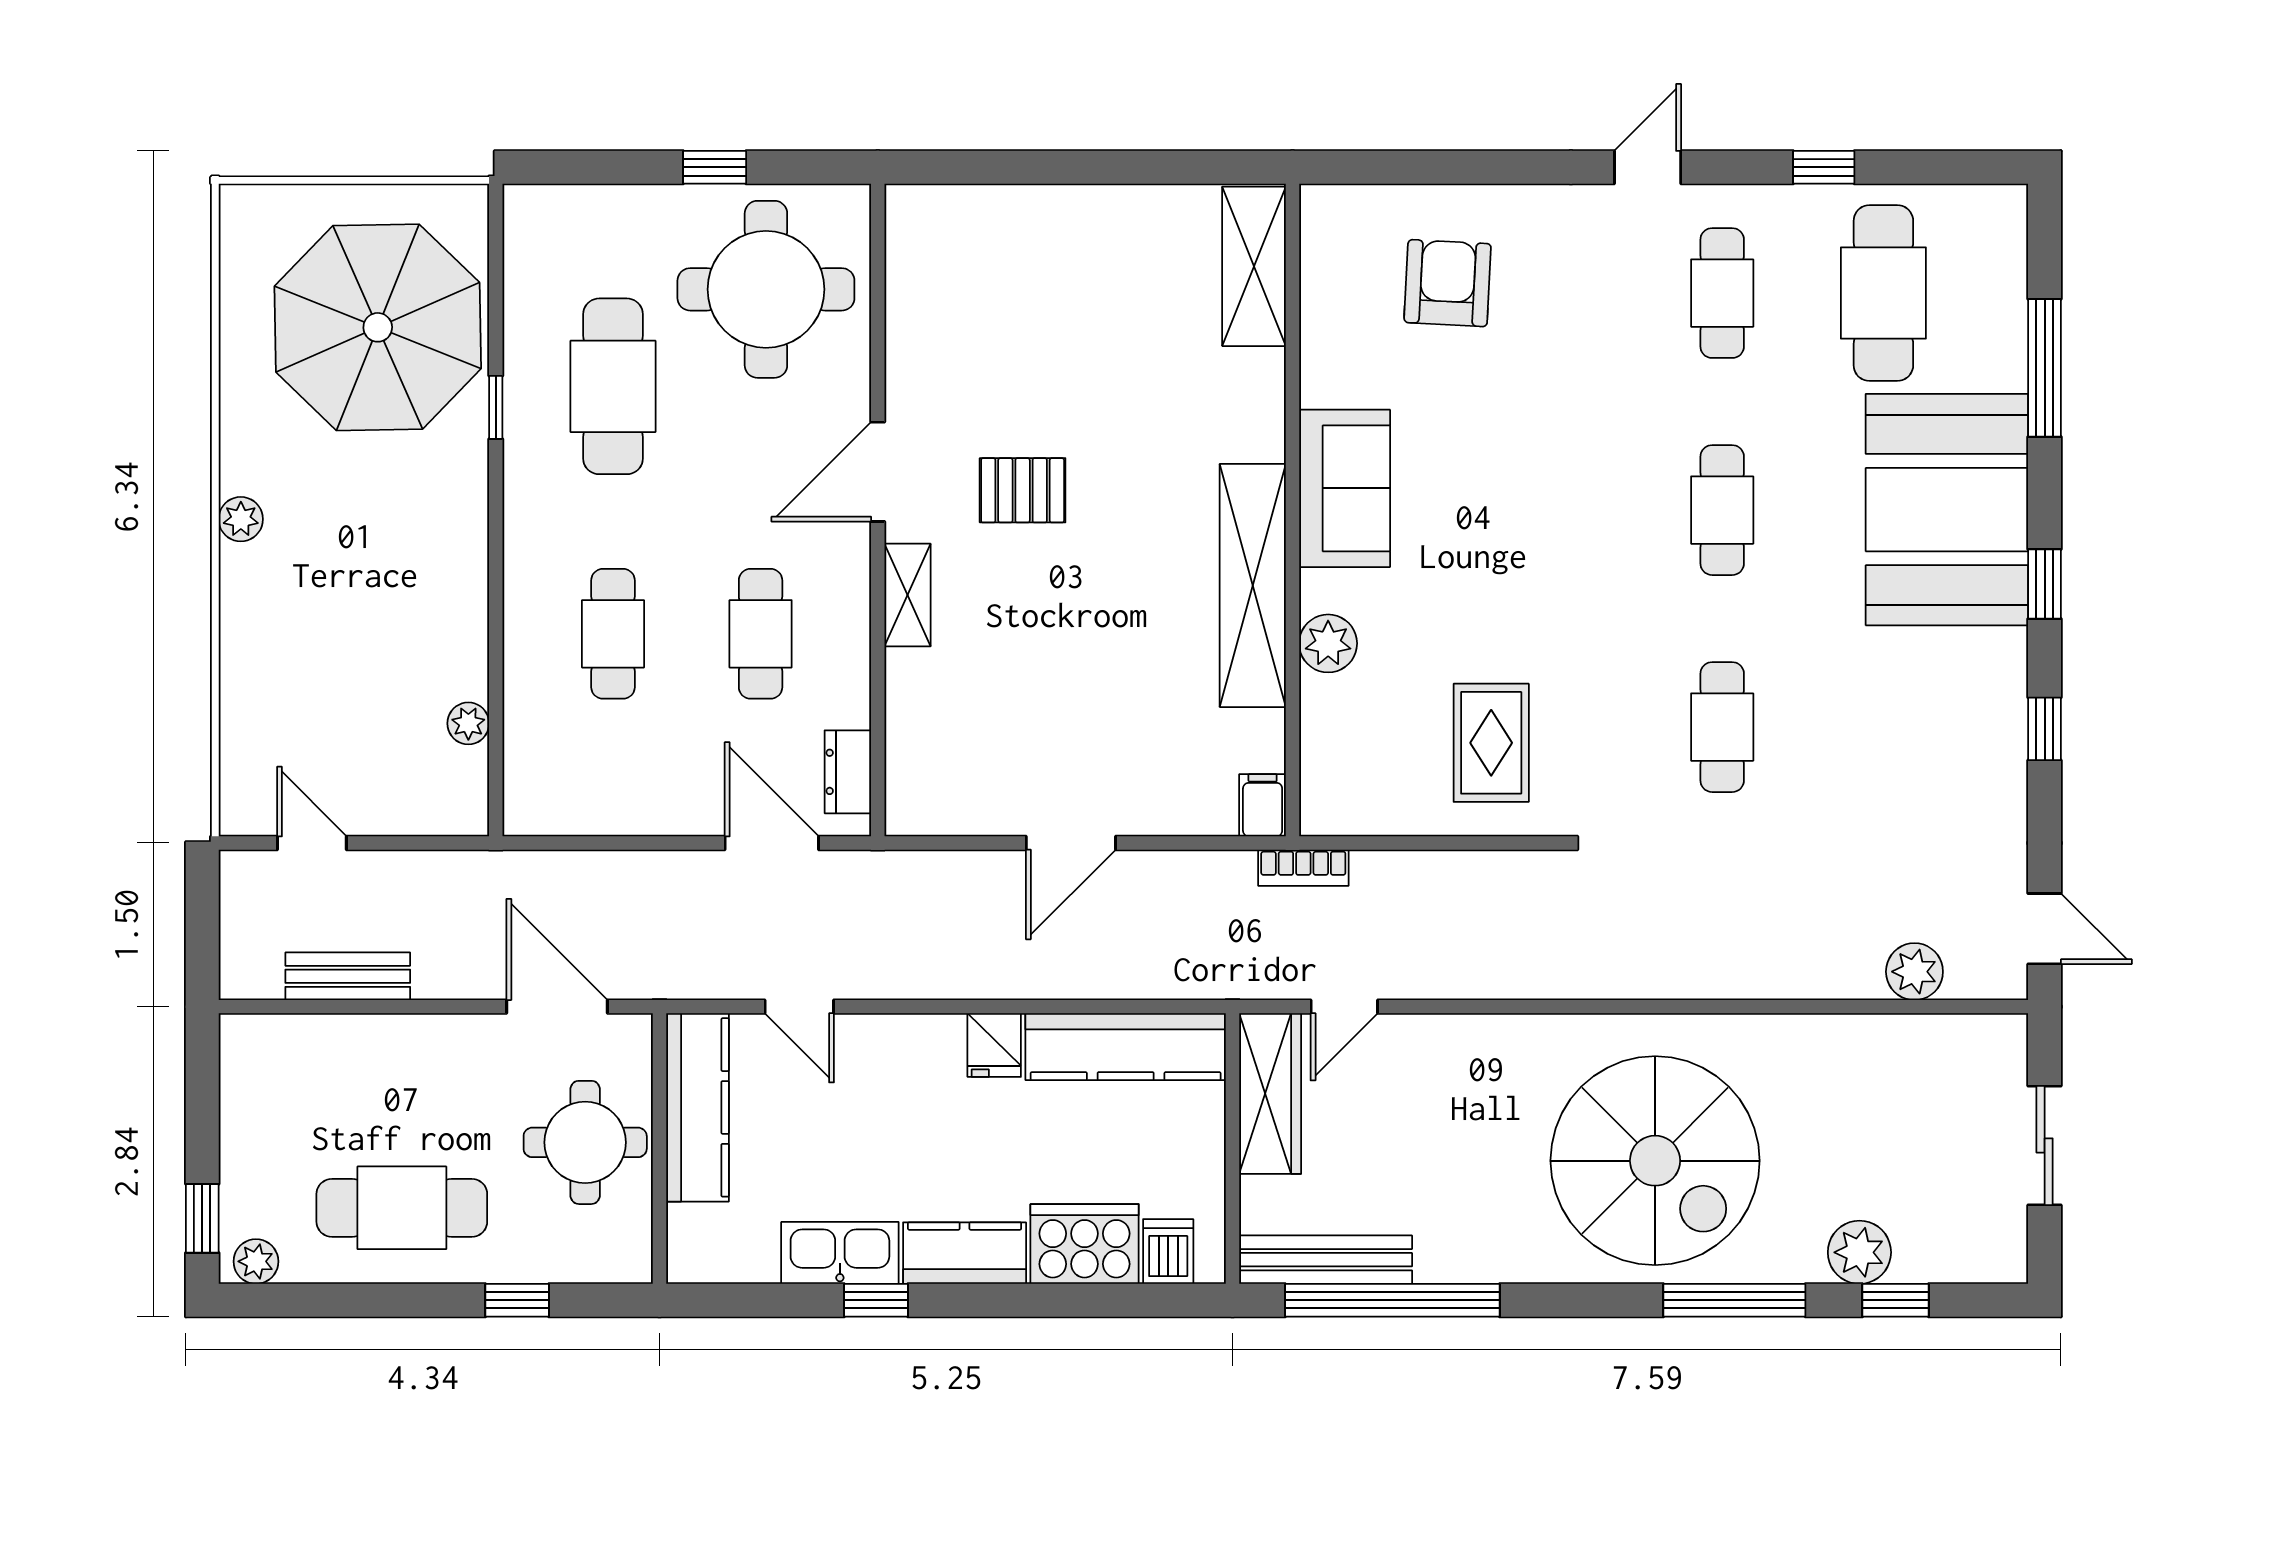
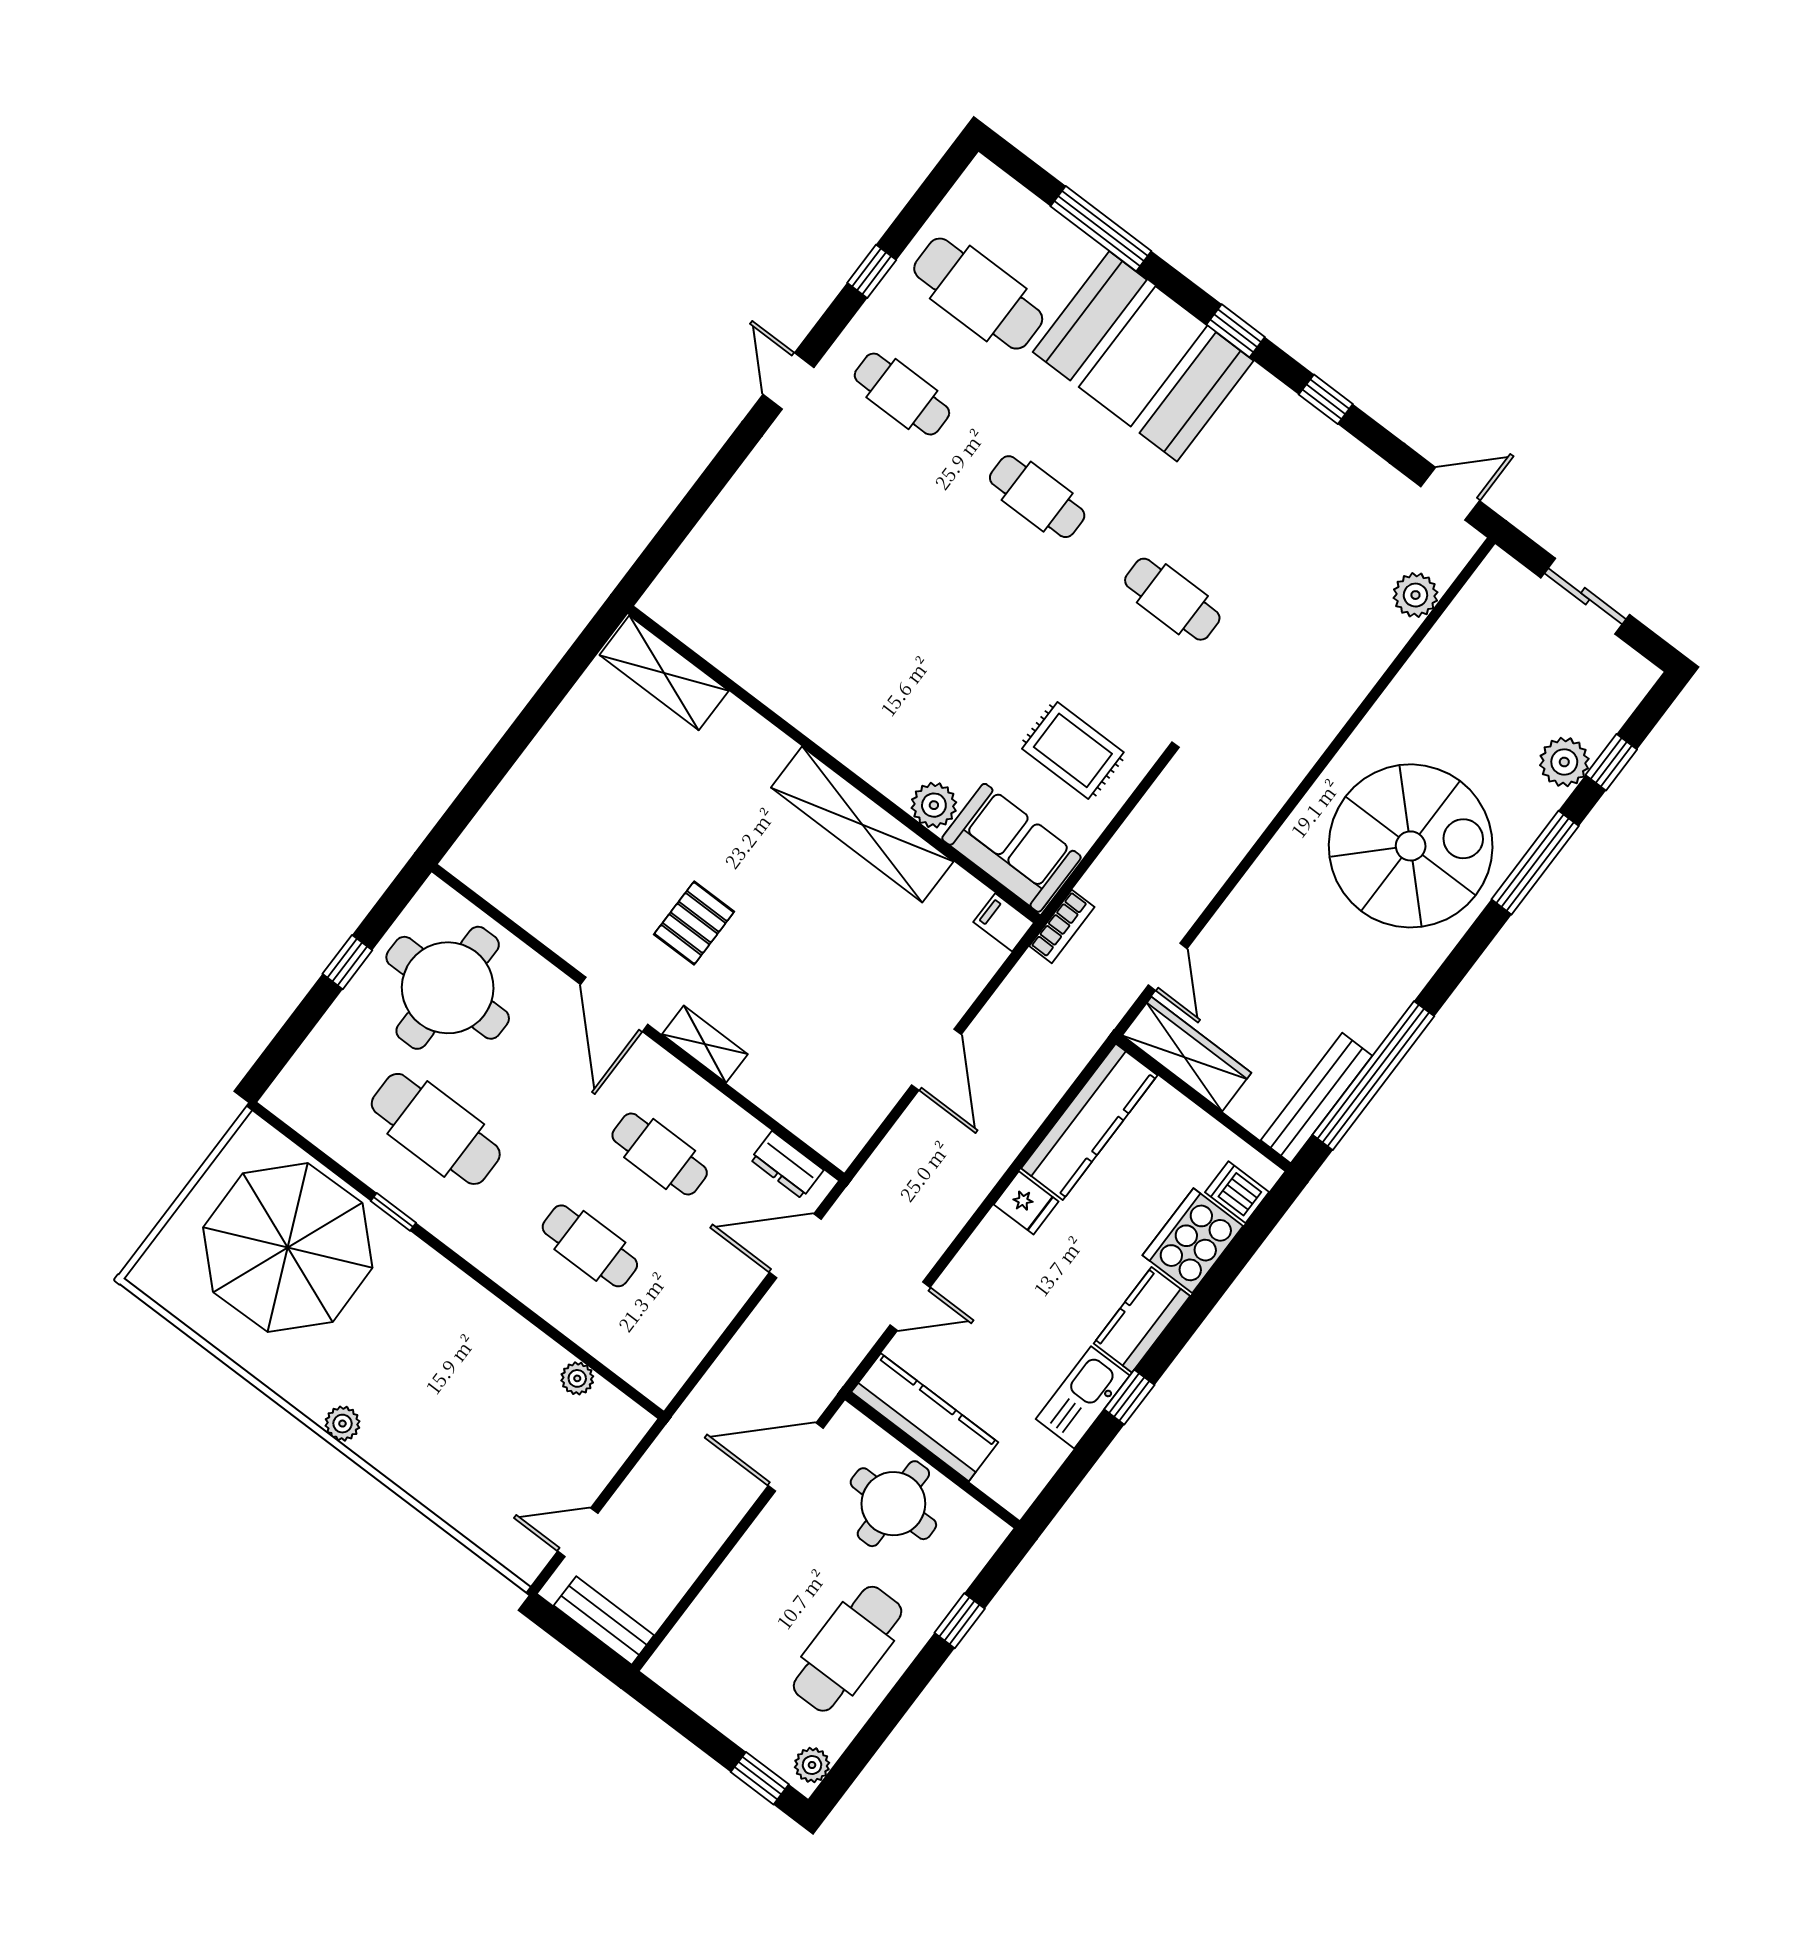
armchair: (1448, 283) -> (766, 560), removed
sofa: (1345, 488) -> (1011, 848), moved
bench: (348, 976) -> (604, 1620), moved, turned 90

